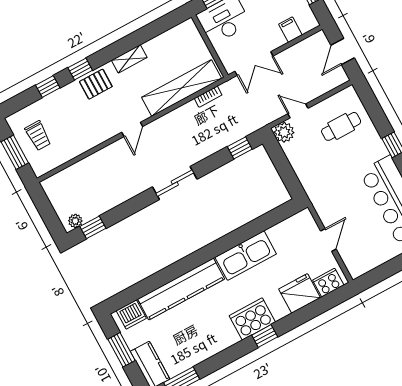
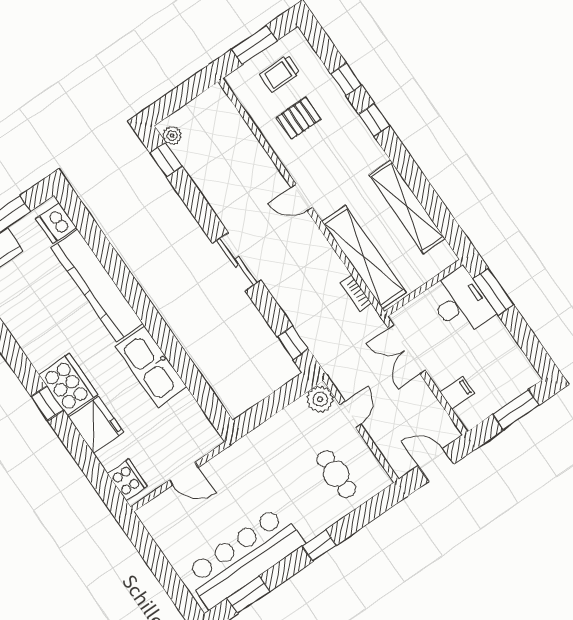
shelving: (129, 59) -> (407, 207), width x2.20, depth x1.33
pallet: (96, 84) -> (299, 118), moved, turned 90
fridge: (300, 293) -> (96, 425), moved

